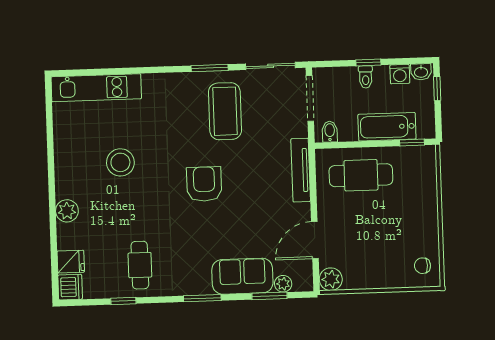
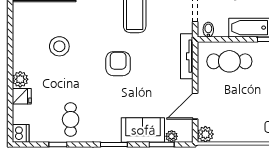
fridge: (71, 262) -> (22, 96), moved

